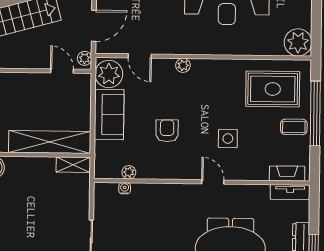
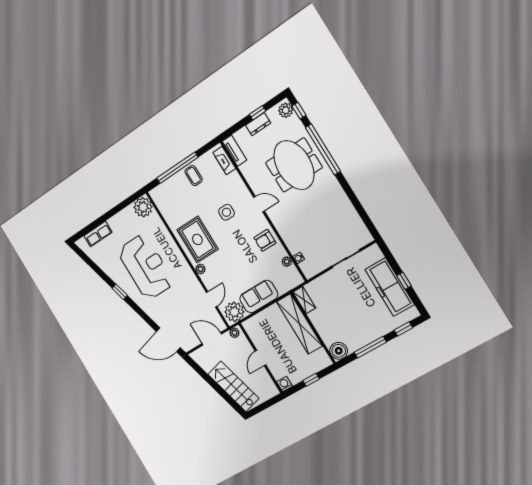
door: (62, 71) -> (260, 358), moved
rug: (273, 89) -> (197, 239), moved
armchair: (167, 131) -> (265, 240), moved
door: (213, 182) -> (259, 204), swing flipped

